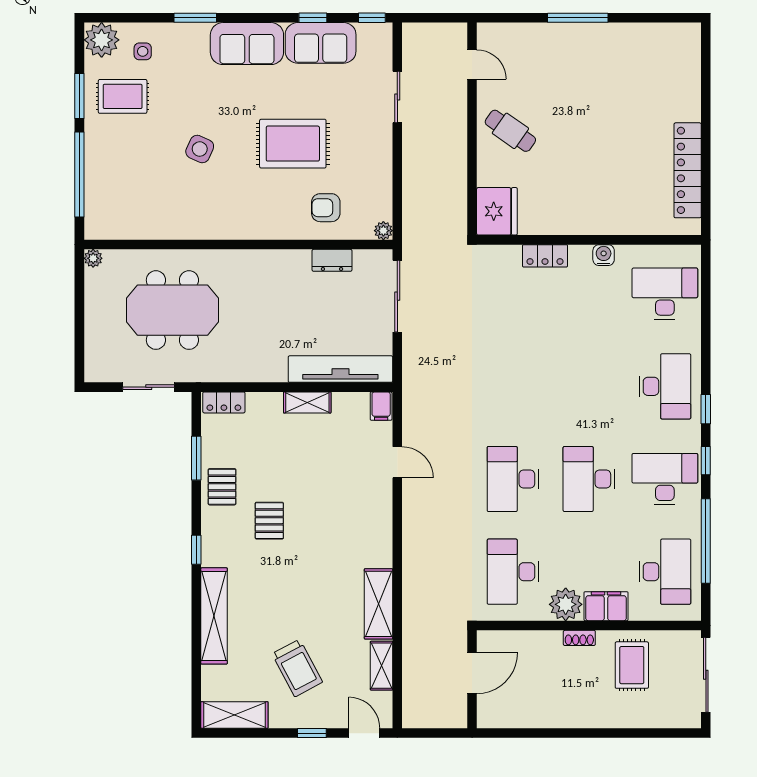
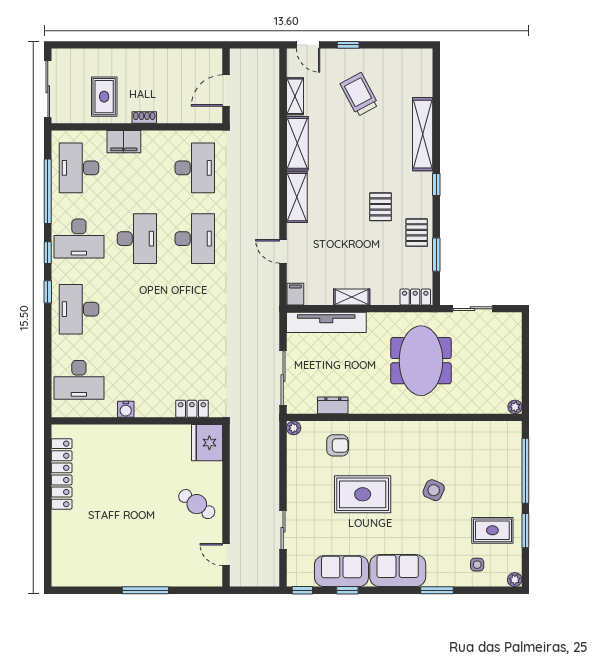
plant: (102, 40) -> (515, 580), width x0.53, depth x0.53
locker: (545, 256) -> (192, 409), moved
meeting table: (172, 310) -> (421, 361), moved, turned 90
plant: (566, 604) -> (155, 143), removed
shelving: (234, 715) -> (297, 197), moved, turned 90

